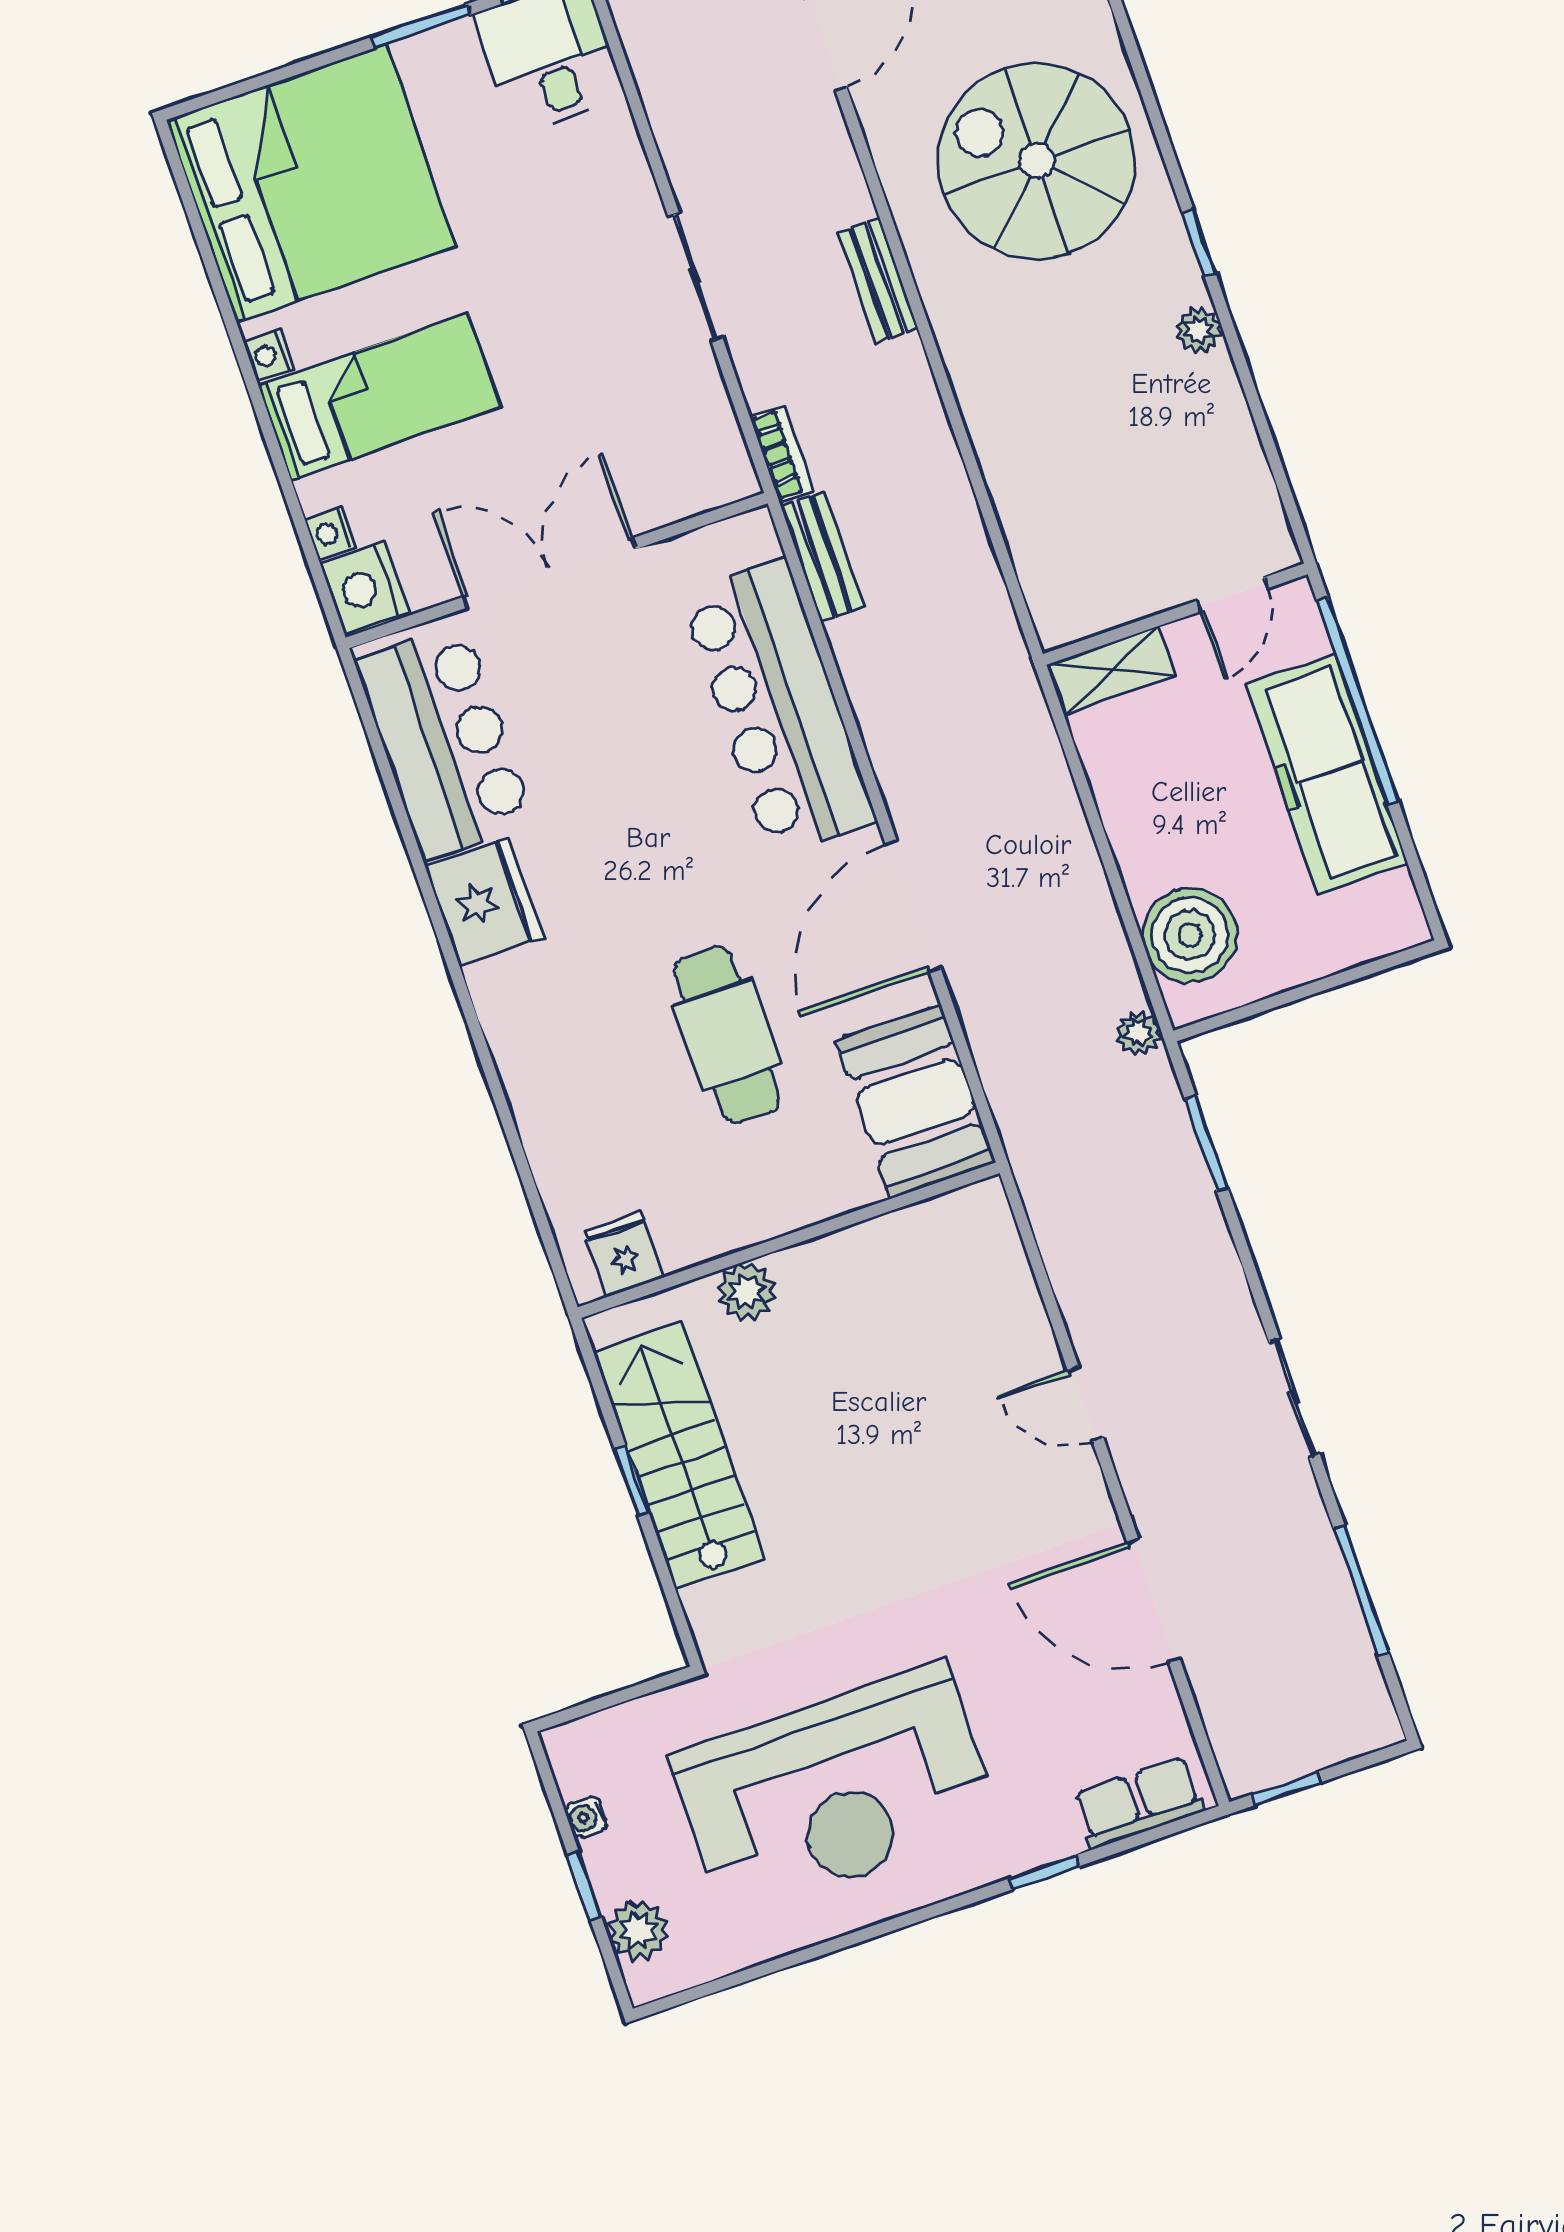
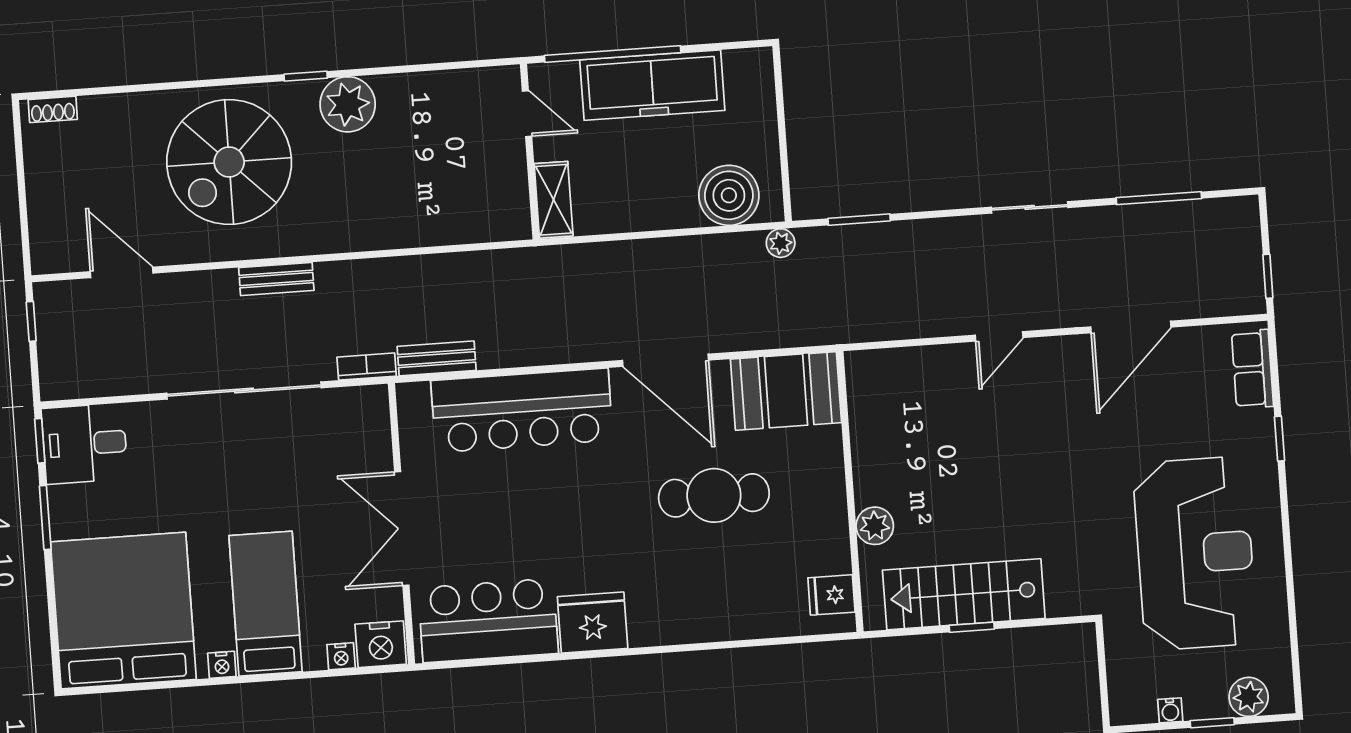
sliding door: (695, 277) -> (244, 391), width x1.86
plant: (1199, 330) -> (348, 104), width x1.88, depth x1.88

